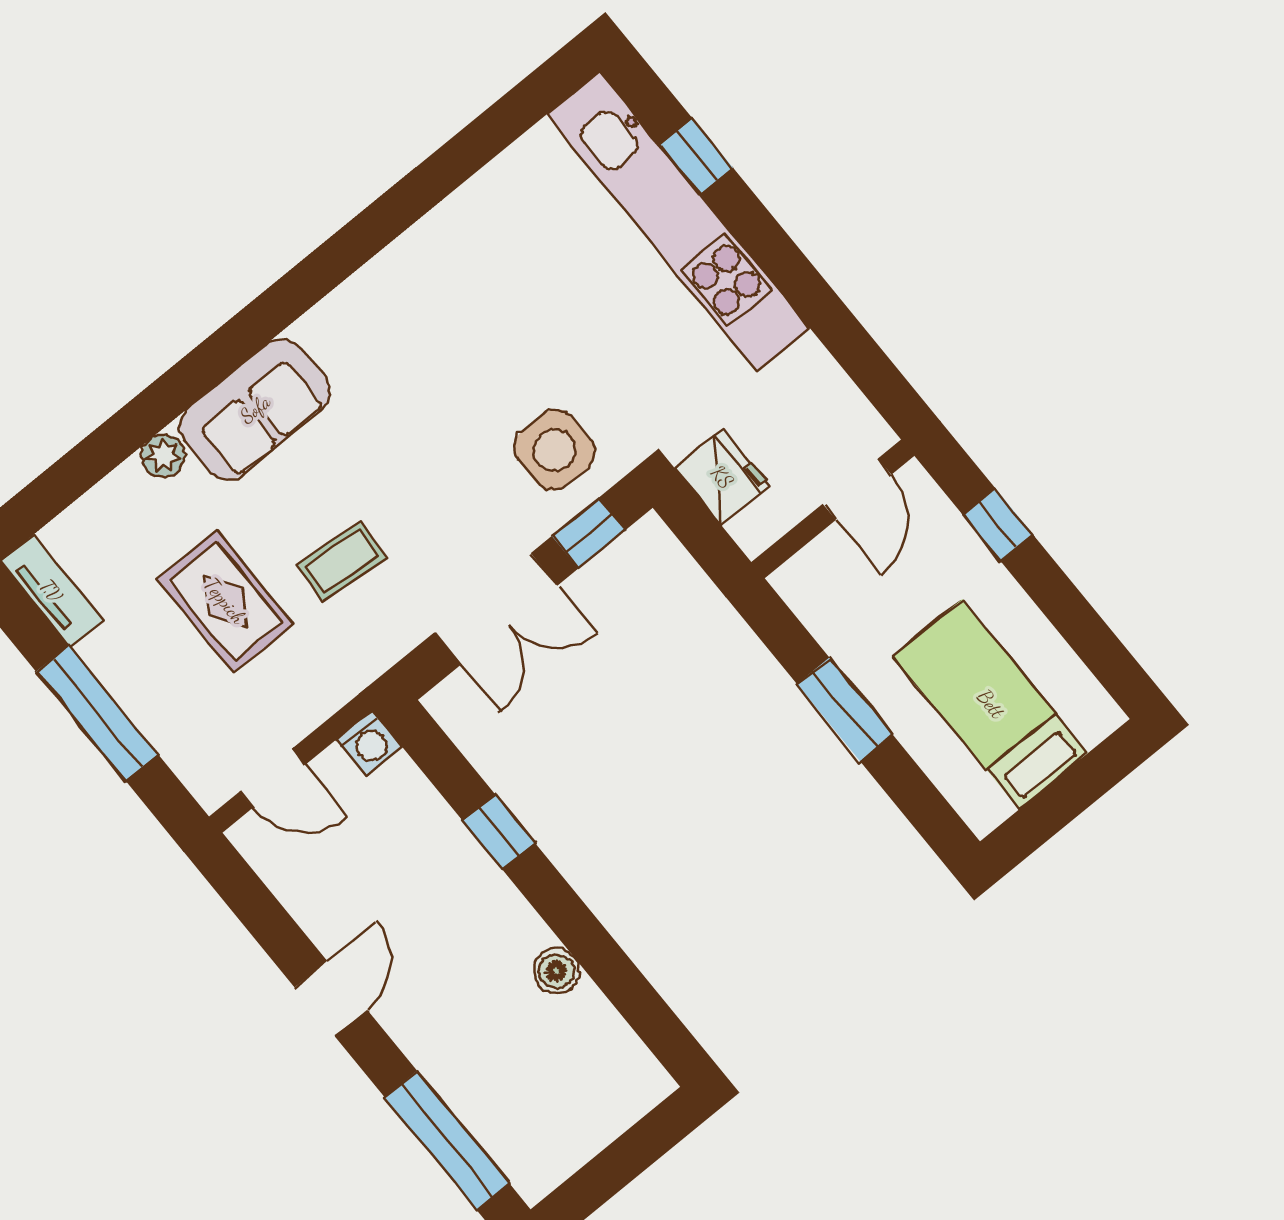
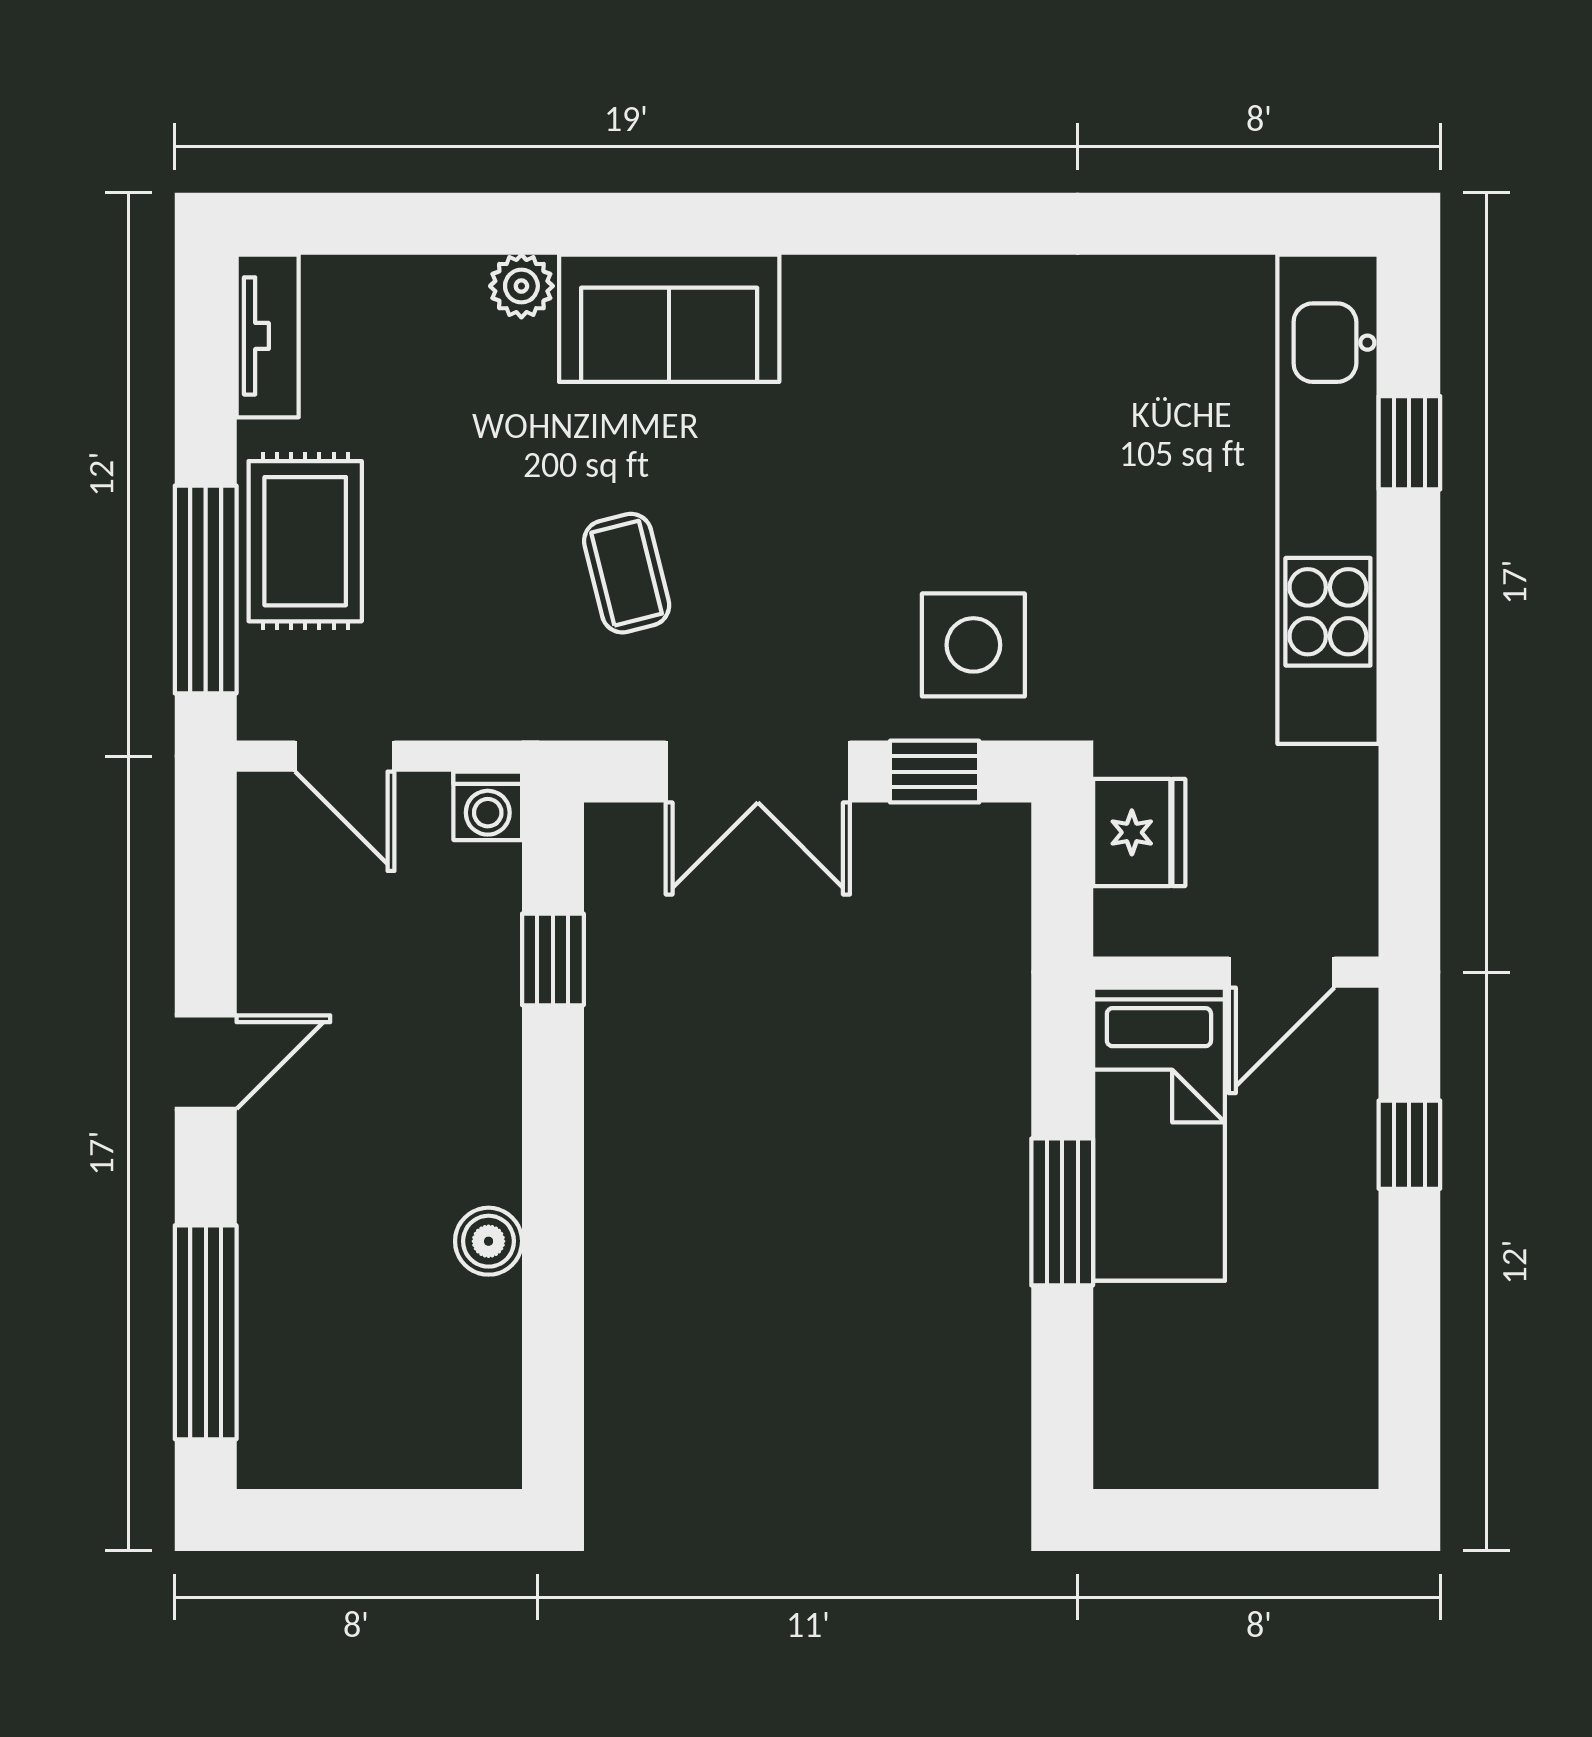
coffee table: (342, 561) -> (627, 573), turned 71
rug: (225, 601) -> (305, 541), moved
bed: (991, 704) -> (1159, 1134), moved, turned 180
window: (97, 713) -> (206, 589), moved
window: (499, 832) -> (553, 959), moved

